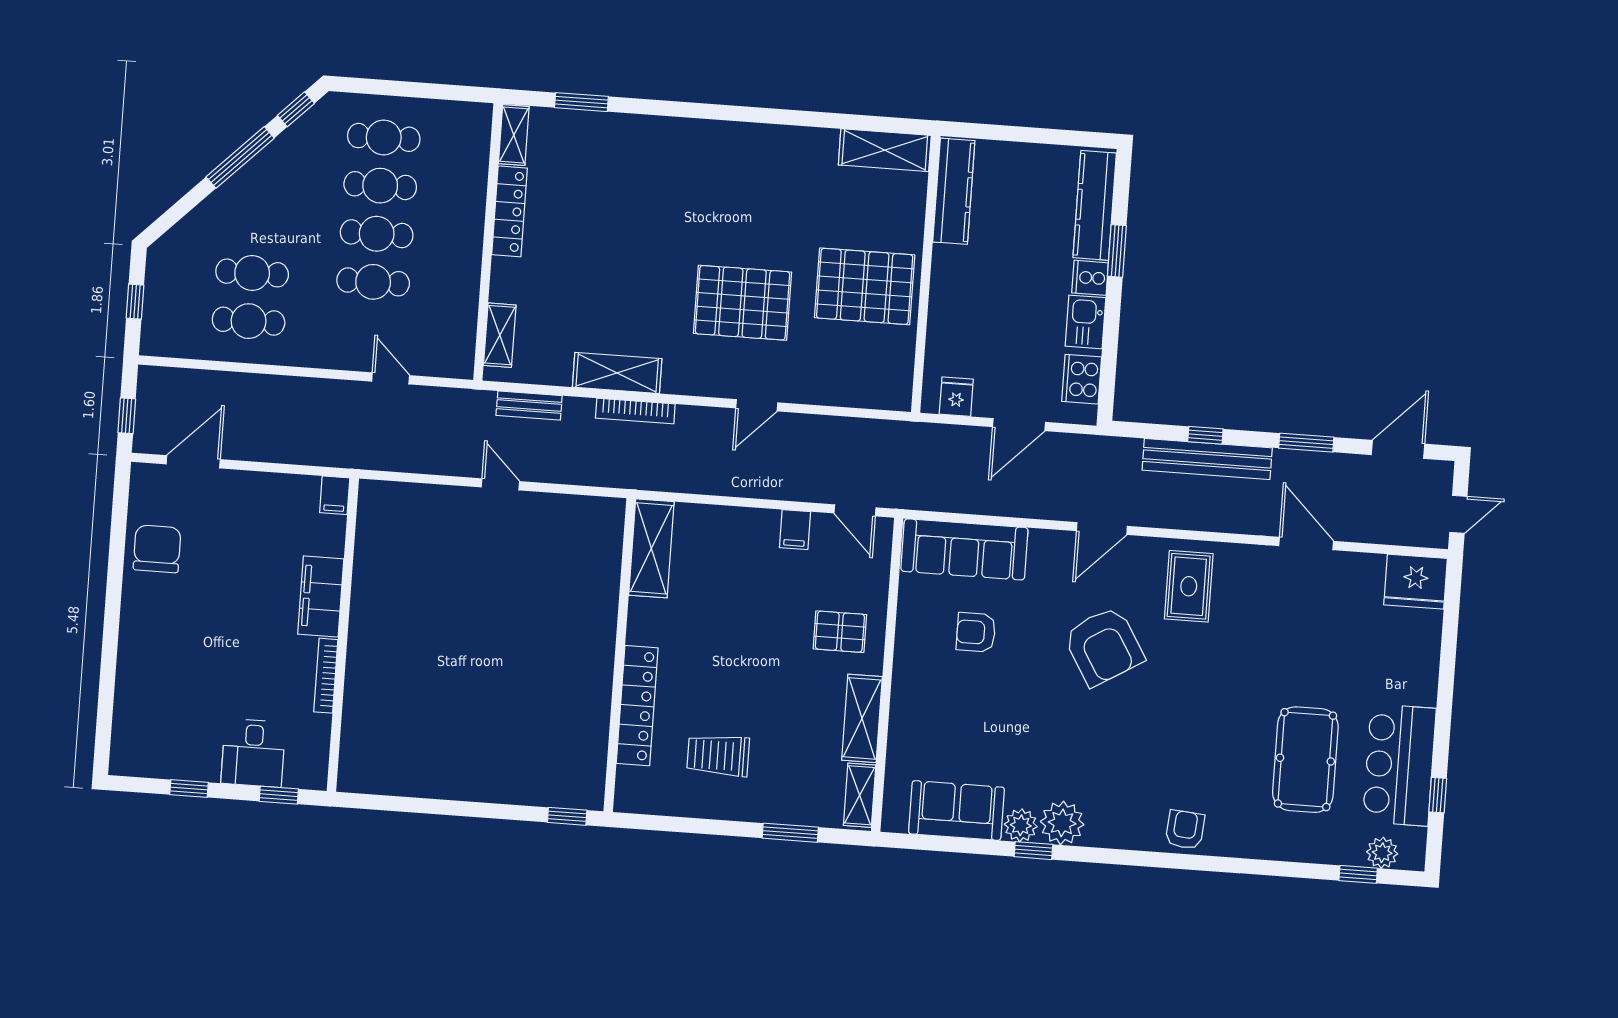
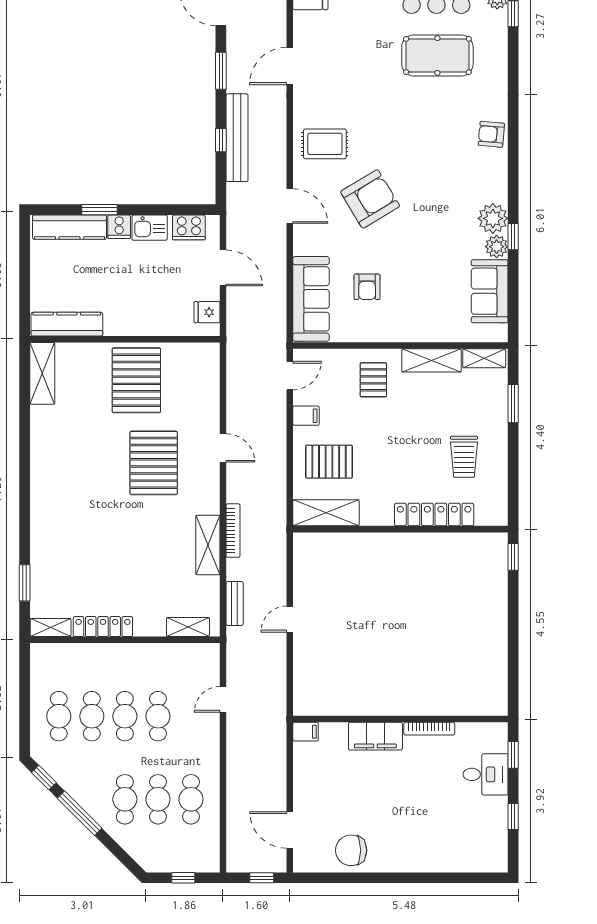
cafe table: (256, 225) -> (125, 799), added
pallet: (726, 558) -> (329, 462), added

